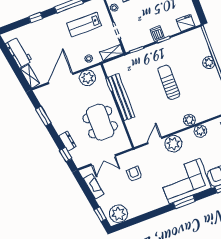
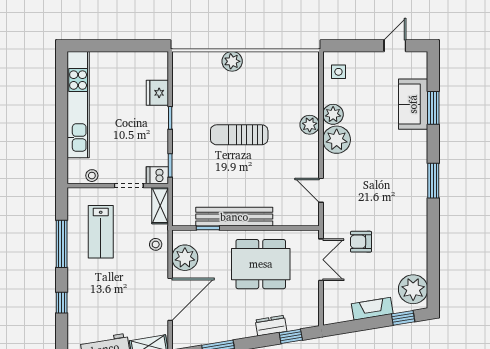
fridge: (186, 23) -> (157, 93), moved
dishwasher: (157, 34) -> (157, 175), moved
door: (61, 78) -> (170, 299), swing flipped
plant: (173, 144) -> (337, 140), moved
double door: (103, 160) -> (321, 260), moved
corner sofa: (185, 181) -> (401, 168), removed
fireplace: (94, 186) -> (372, 309), moved

